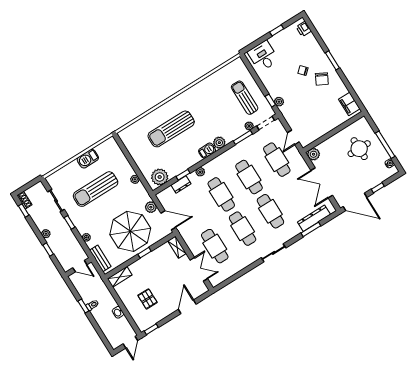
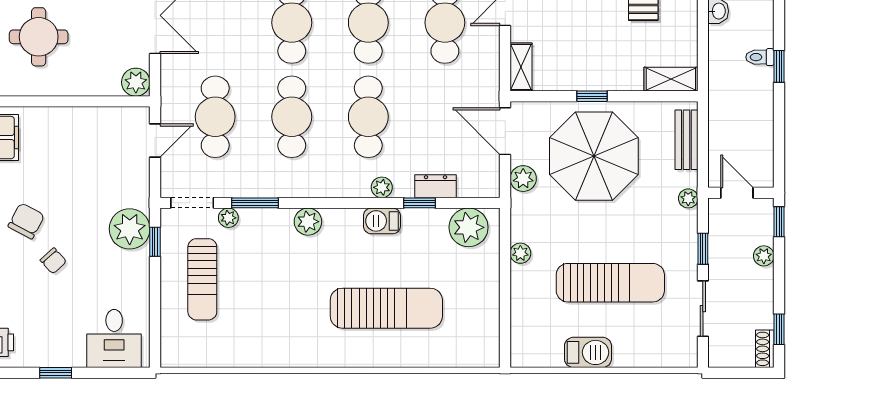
plant: (279, 102) -> (130, 229), width x1.87, depth x1.87
barbecue: (207, 151) -> (382, 221), moved
door: (80, 266) -> (737, 193), moved
wall: (78, 267) -> (741, 193), moved

